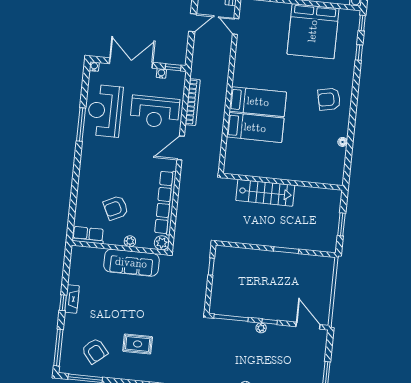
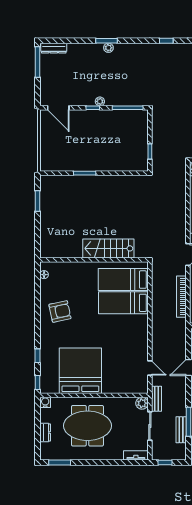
wall: (282, 182) -> (94, 260), moved
stairs: (265, 193) -> (108, 248), moved

